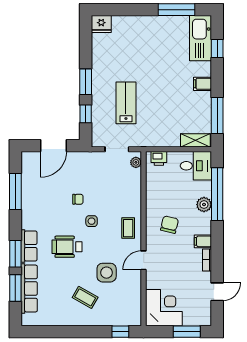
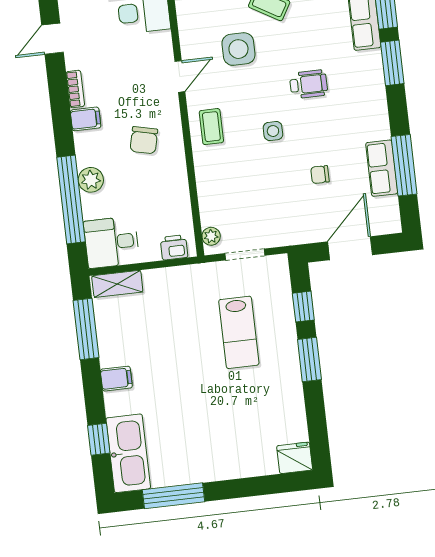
chair: (78, 199) -> (320, 175), moved
row of seats: (29, 246) -> (382, 168), moved
wheelchair: (67, 247) -> (309, 84), width x0.73, depth x0.73

